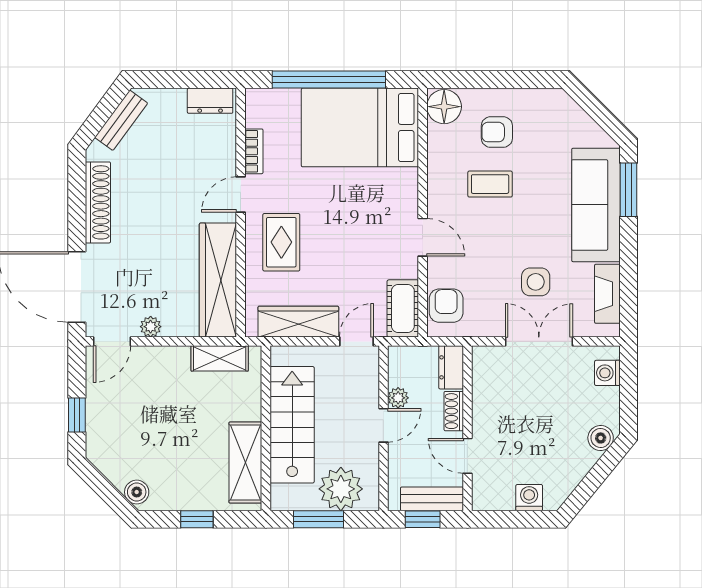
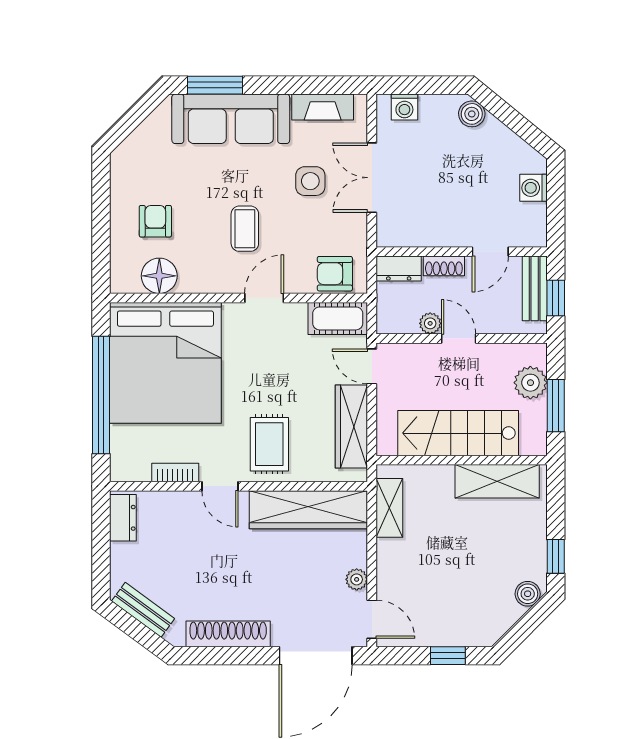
floor lamp: (444, 107) -> (159, 276), moved
bed: (360, 127) -> (165, 363), width x1.36
armchair: (497, 132) -> (155, 221), turned 180
coffee table: (490, 184) -> (245, 229), moved
rug: (281, 242) -> (269, 444), turned 90
plant: (341, 489) -> (530, 383), width x0.73, depth x0.73
window: (197, 519) -> (556, 556), moved

